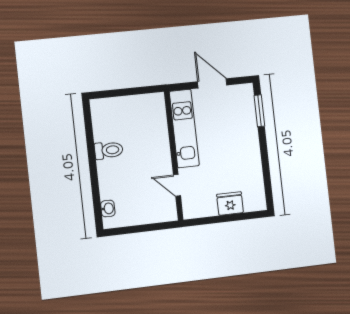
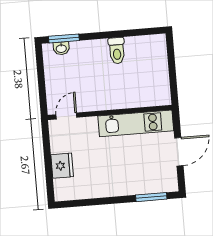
door: (177, 185) -> (66, 116), moved
window: (97, 206) -> (64, 38), added

